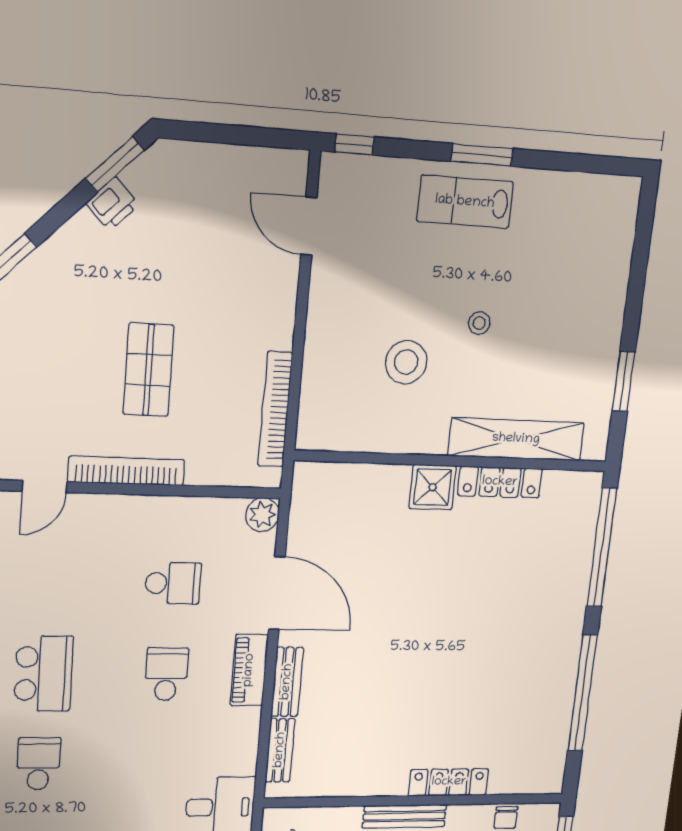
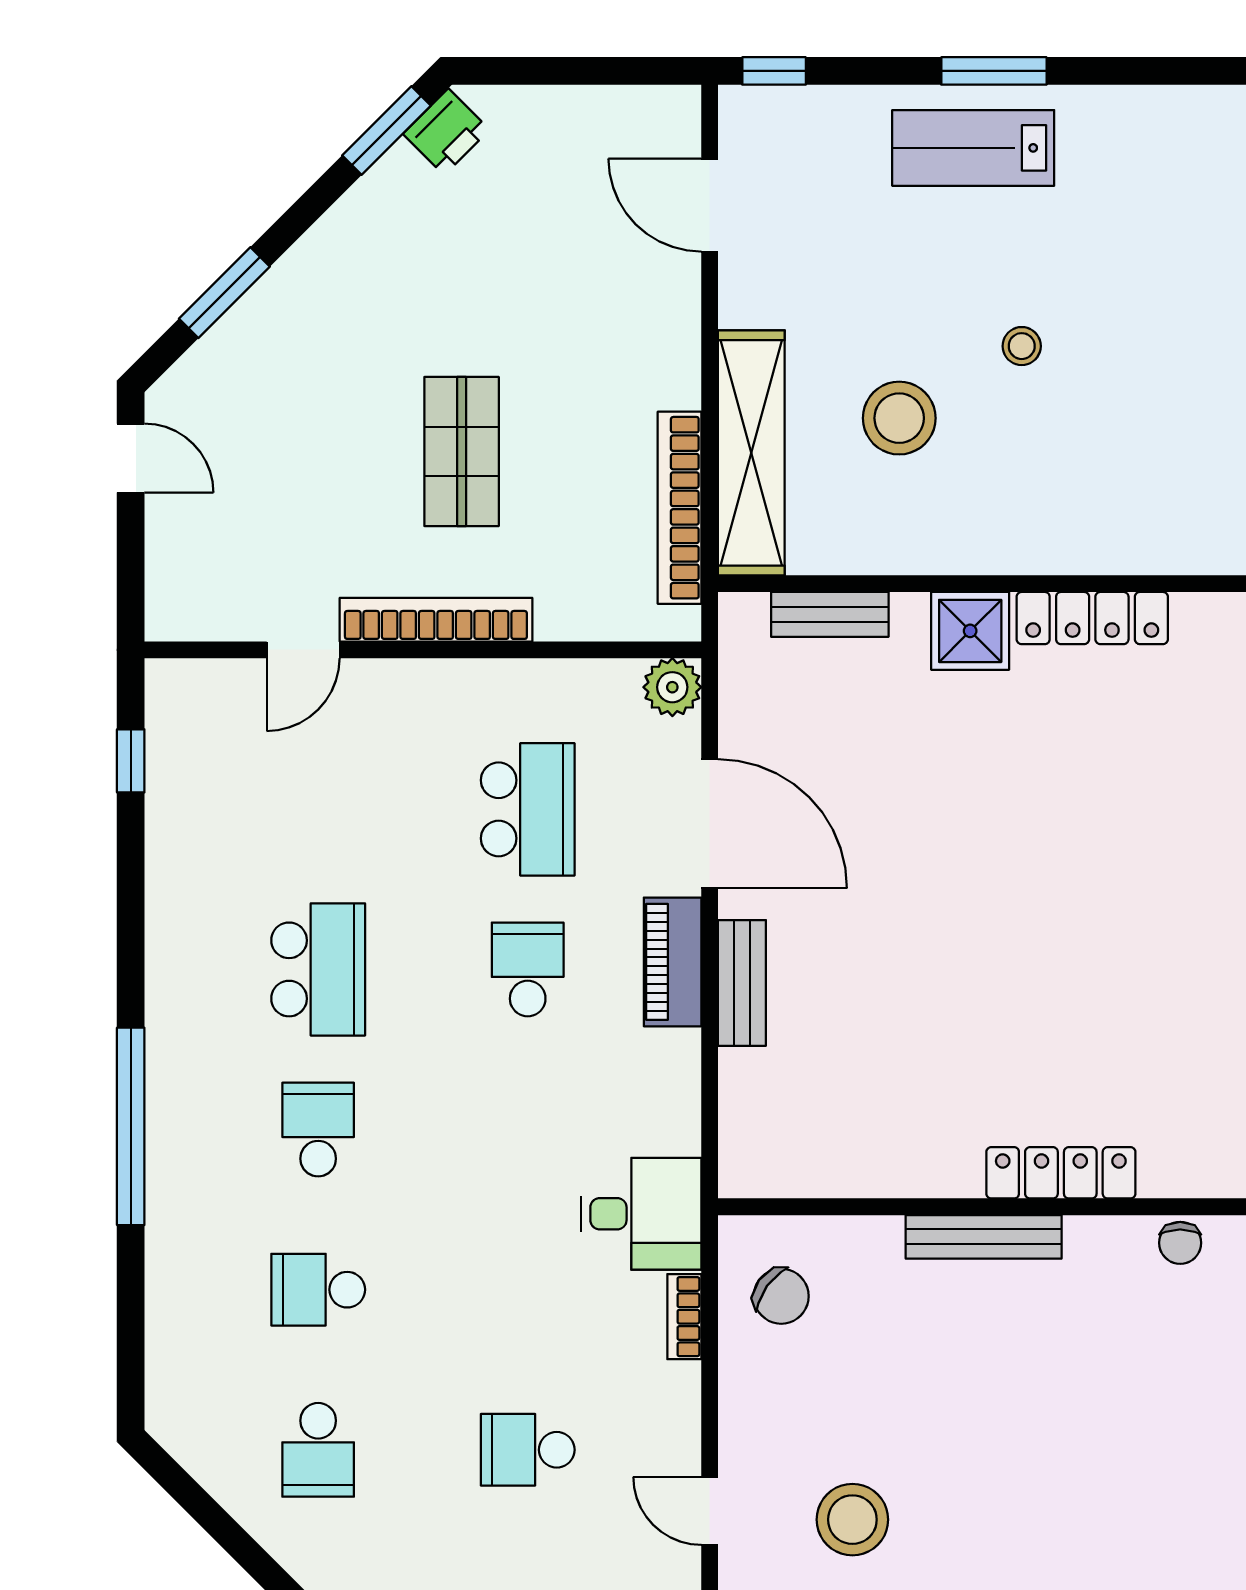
printer: (113, 204) -> (446, 132), moved
shelving: (516, 439) -> (751, 453), moved, turned 90
school desk: (173, 583) -> (528, 809), width x1.85
bench: (280, 750) -> (830, 614), moved, turned 90

